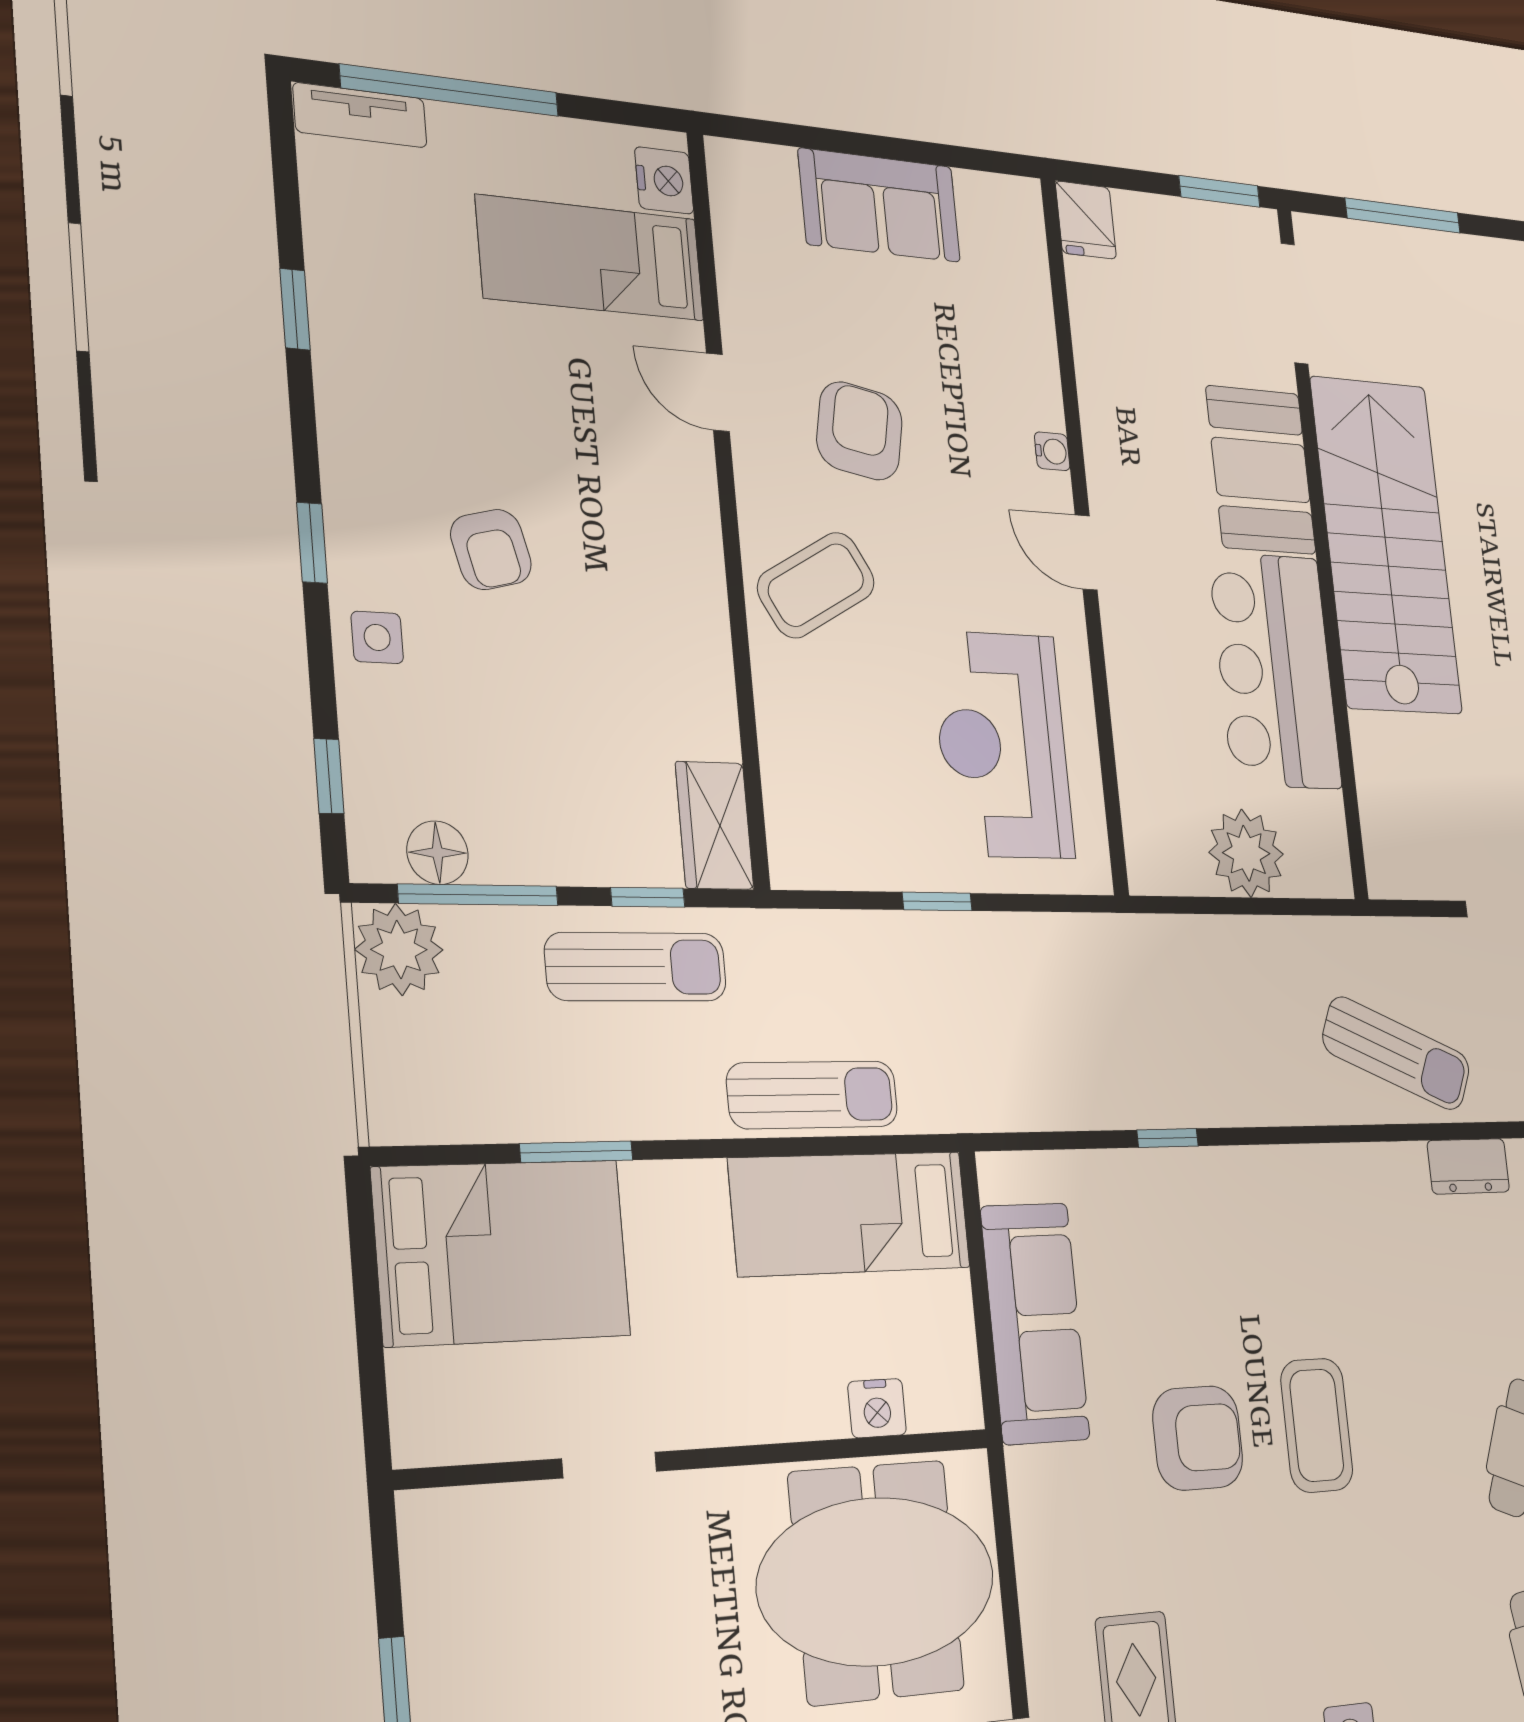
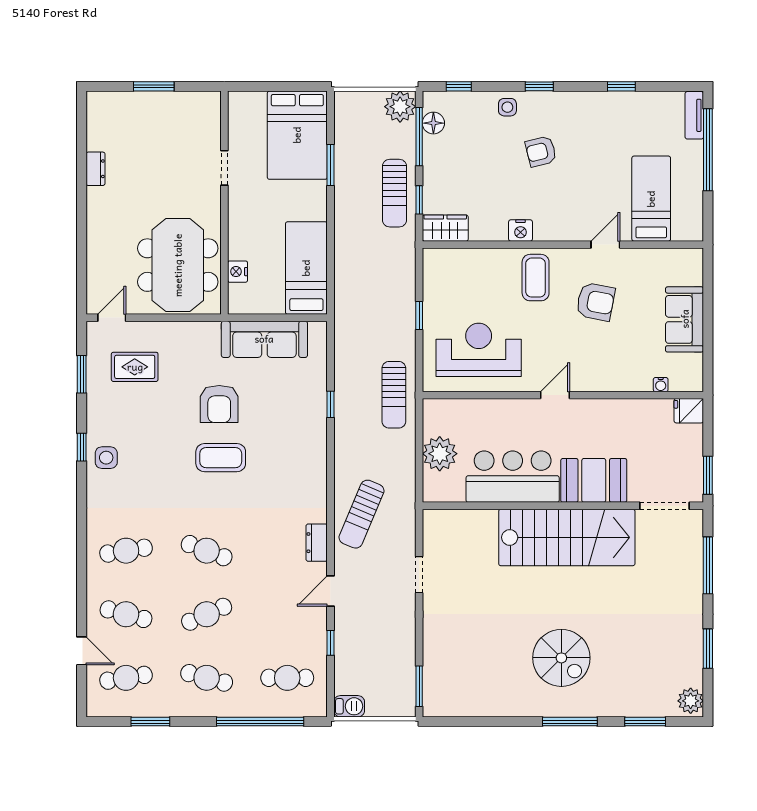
nightstand: (664, 180) -> (521, 231), moved
water cooler: (1052, 451) -> (661, 385), moved
coffee table: (816, 585) -> (536, 278), turned 30
sun lounger: (813, 1095) -> (394, 395), moved

